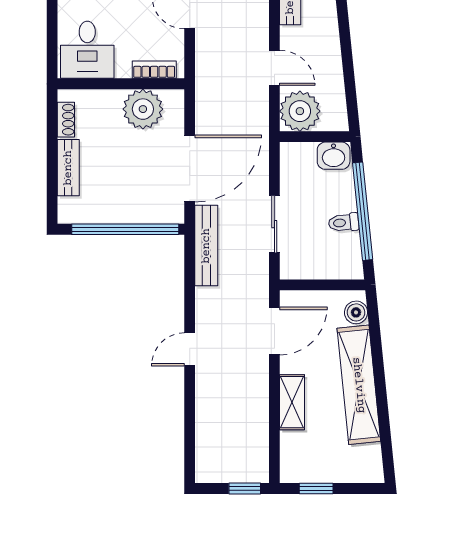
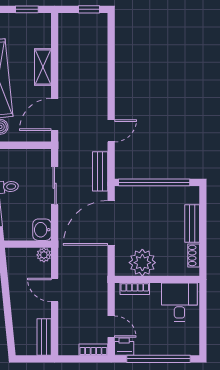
plant: (300, 111) -> (44, 255), width x0.53, depth x0.53
washbasin: (334, 156) -> (42, 230), moved, turned -90
bench: (206, 246) -> (100, 171), width x0.73
door: (190, 349) -> (111, 131), moved
window: (245, 488) -> (89, 9), moved

